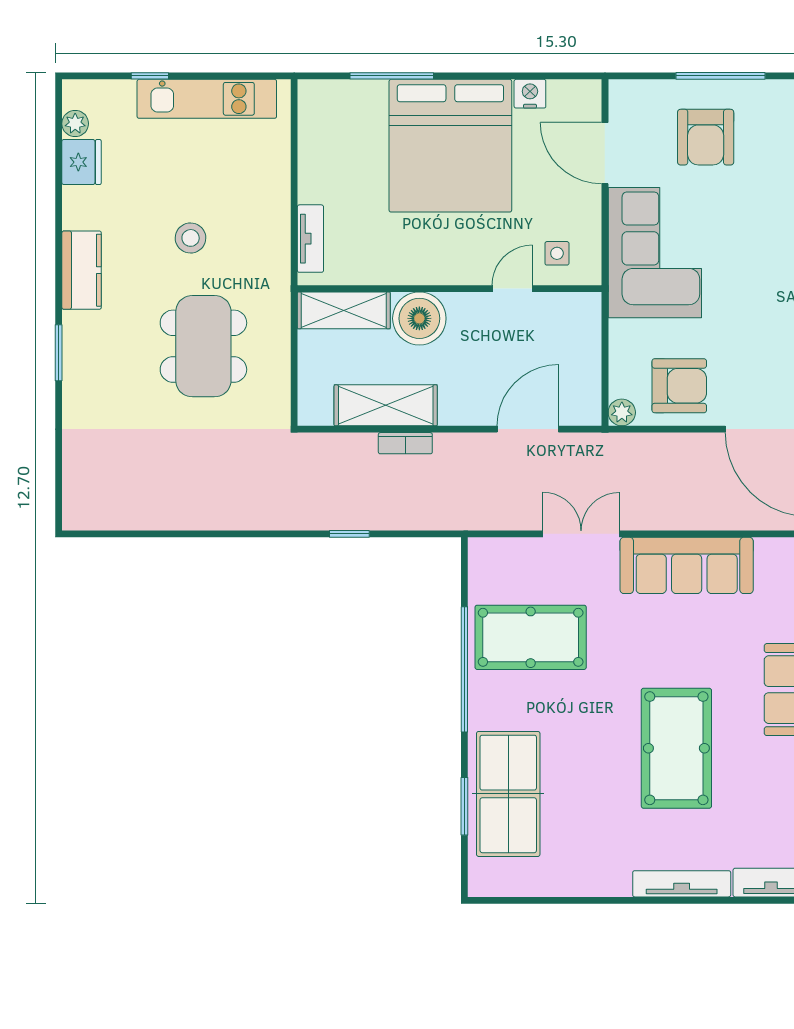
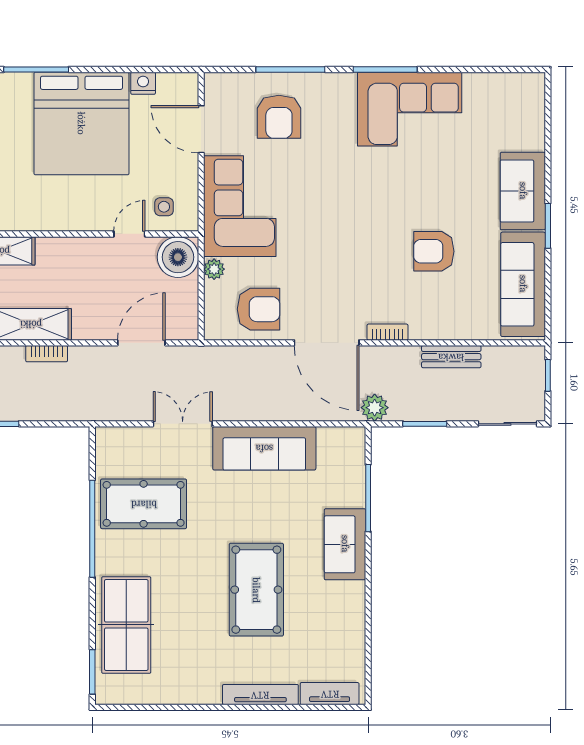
boiler: (419, 318) -> (178, 257), moved
plant: (622, 412) -> (214, 269), moved
window: (464, 806) -> (92, 672), moved

